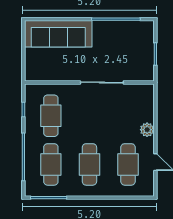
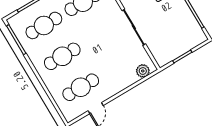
plant: (147, 130) -> (143, 71), moved

